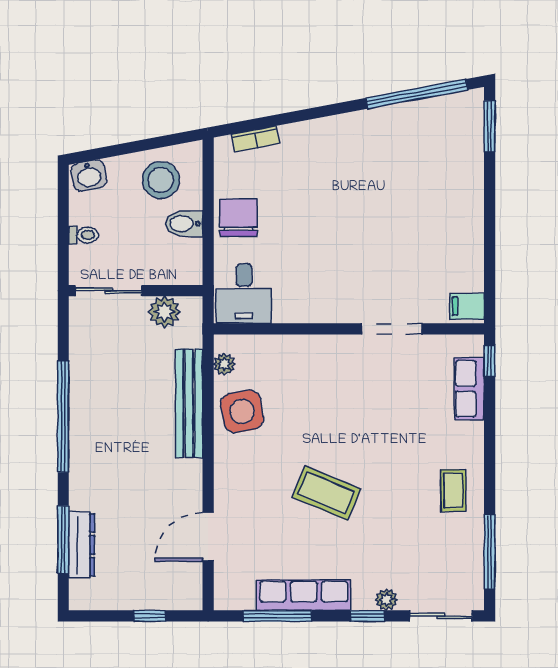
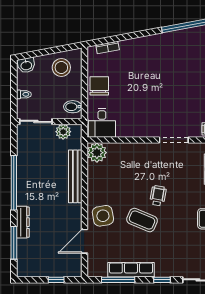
bidet: (184, 224) -> (73, 107), moved
plant: (224, 364) -> (97, 153), width x1.88, depth x1.88
side table: (242, 411) -> (103, 216), moved
wheelchair: (359, 443) -> (158, 196), added
dresser: (82, 545) -> (23, 222), moved
plant: (387, 599) -> (171, 272), removed

